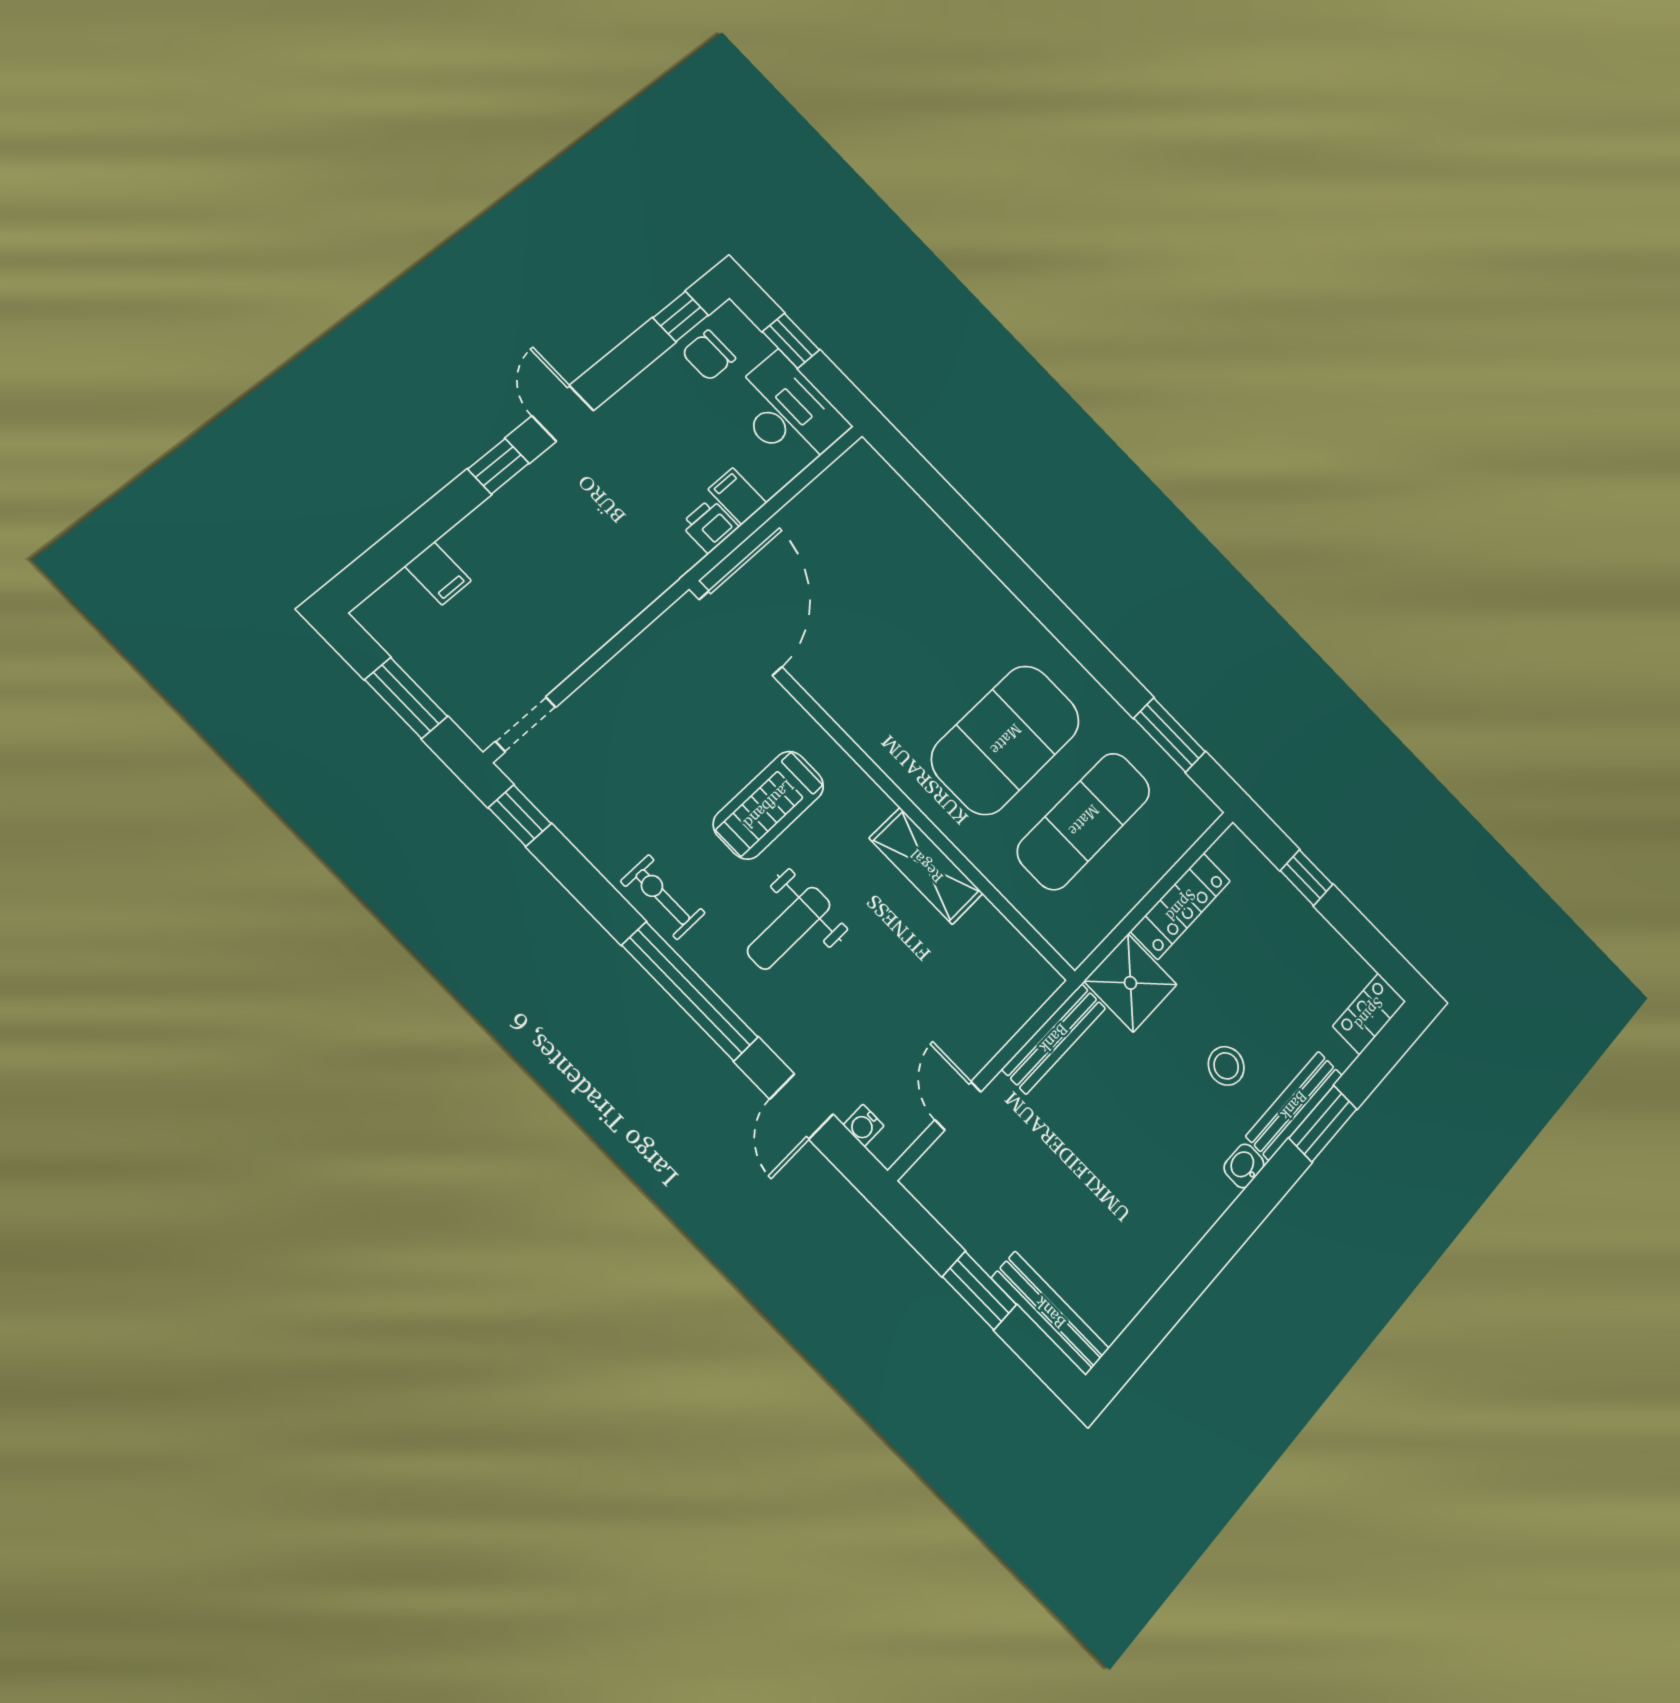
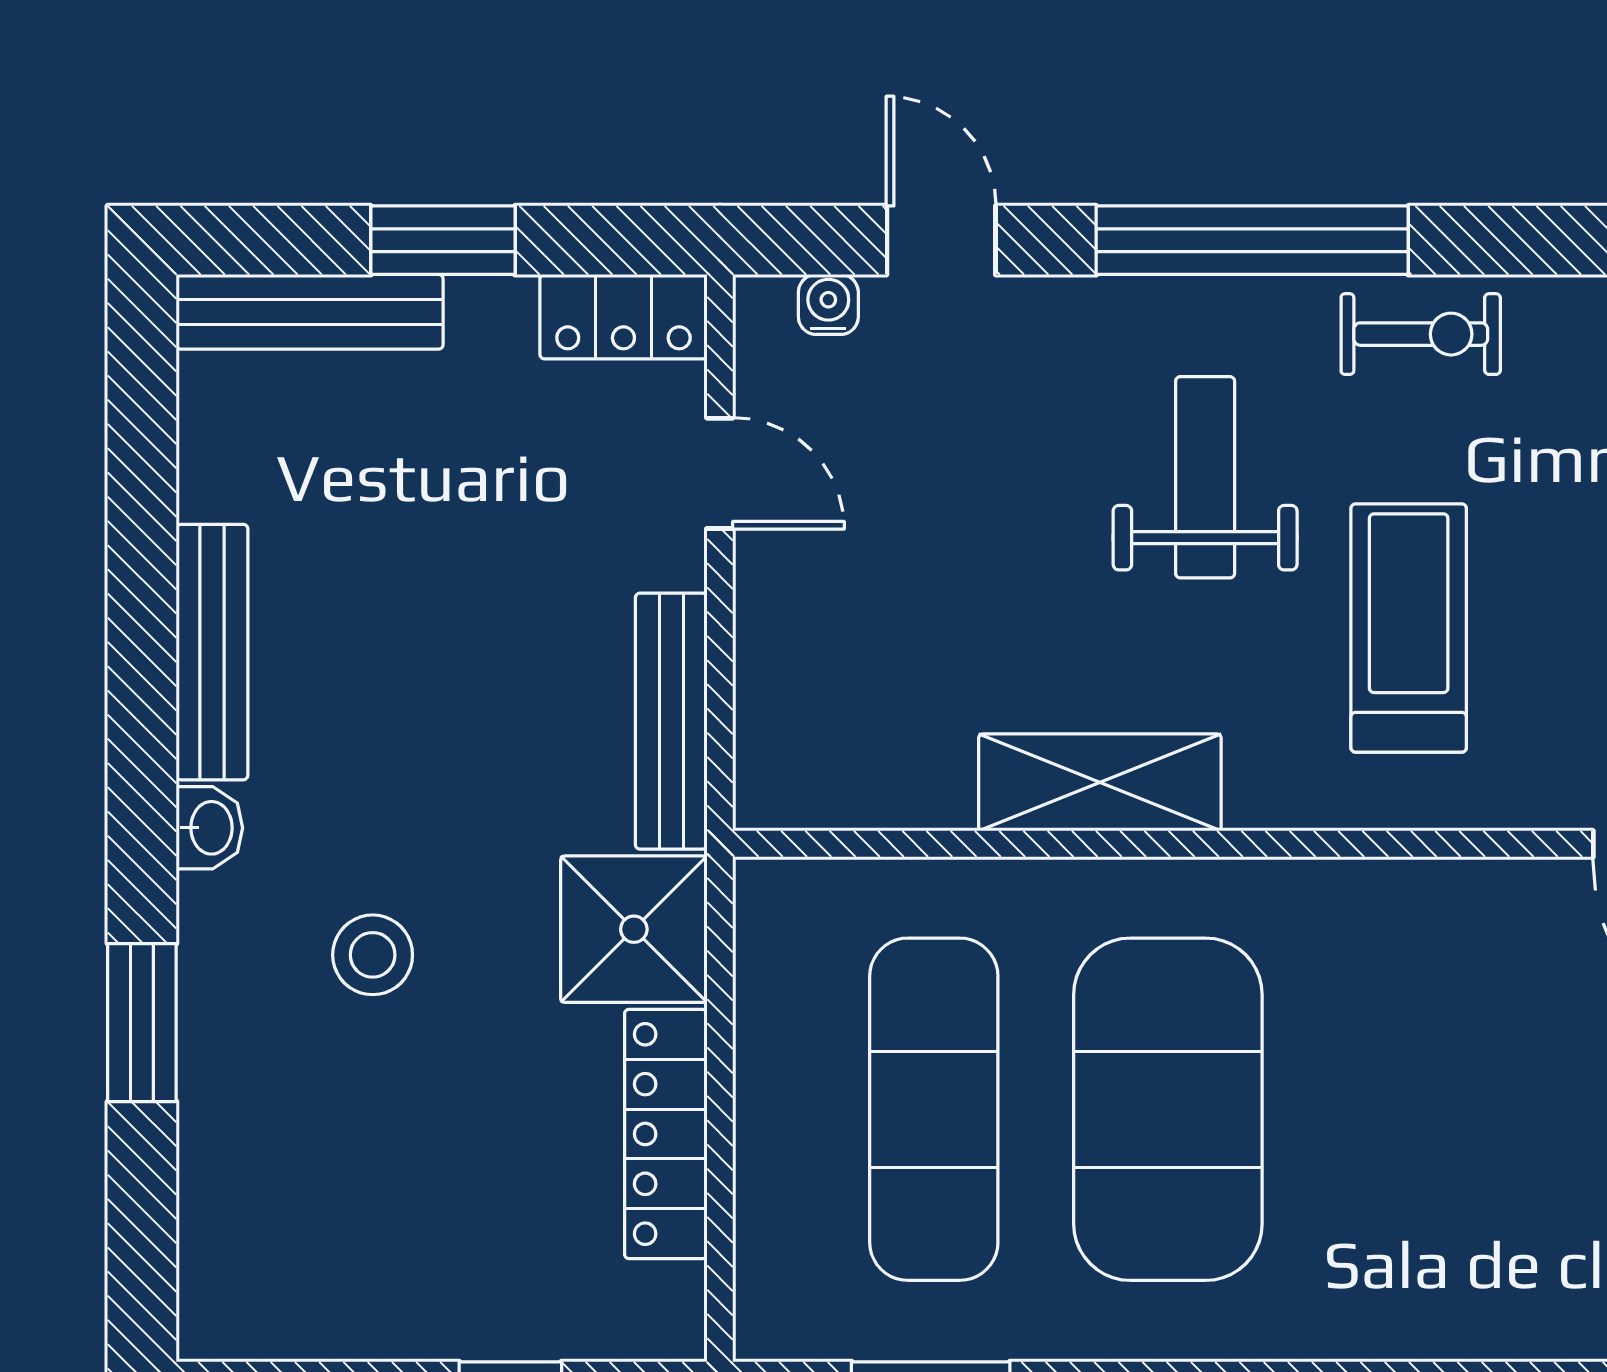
locker: (1369, 1014) -> (623, 317), moved, turned 90
bench: (1294, 1106) -> (212, 652), moved

